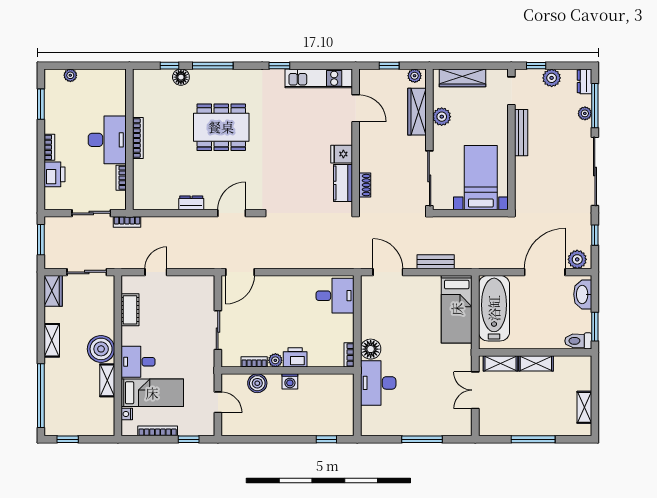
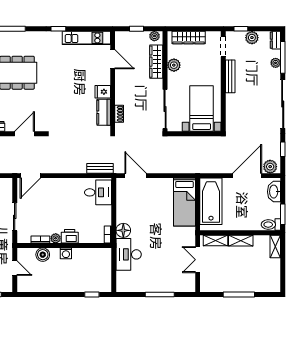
bench: (436, 262) -> (100, 168), moved
shelving: (584, 407) -> (275, 246), moved

